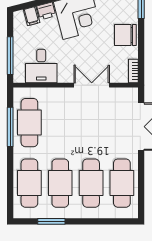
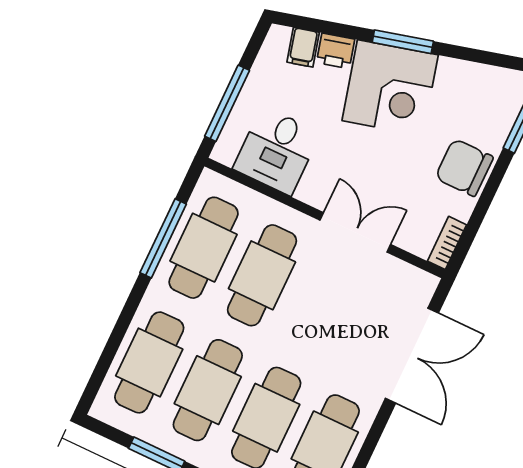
cafe table: (60, 123) -> (262, 275), added

